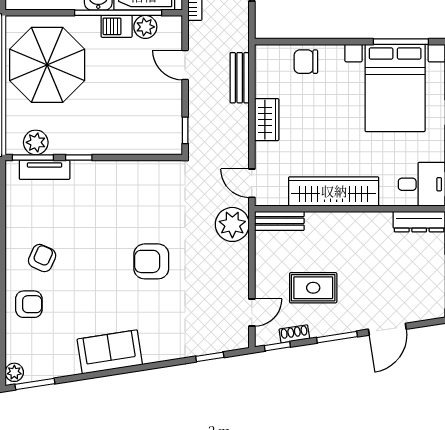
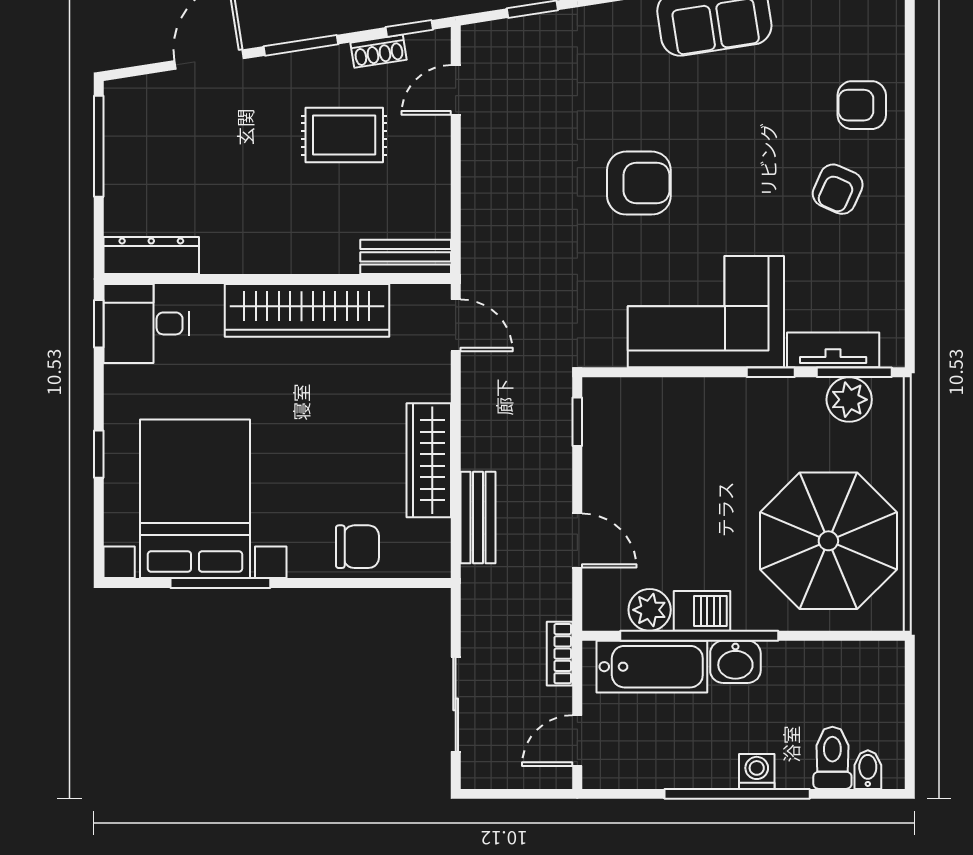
window: (401, 42) -> (220, 583), moved
wardrobe: (267, 120) -> (429, 460), width x1.50
corner sofa: (114, 191) -> (706, 312), added
plant: (232, 224) -> (491, 250), removed

